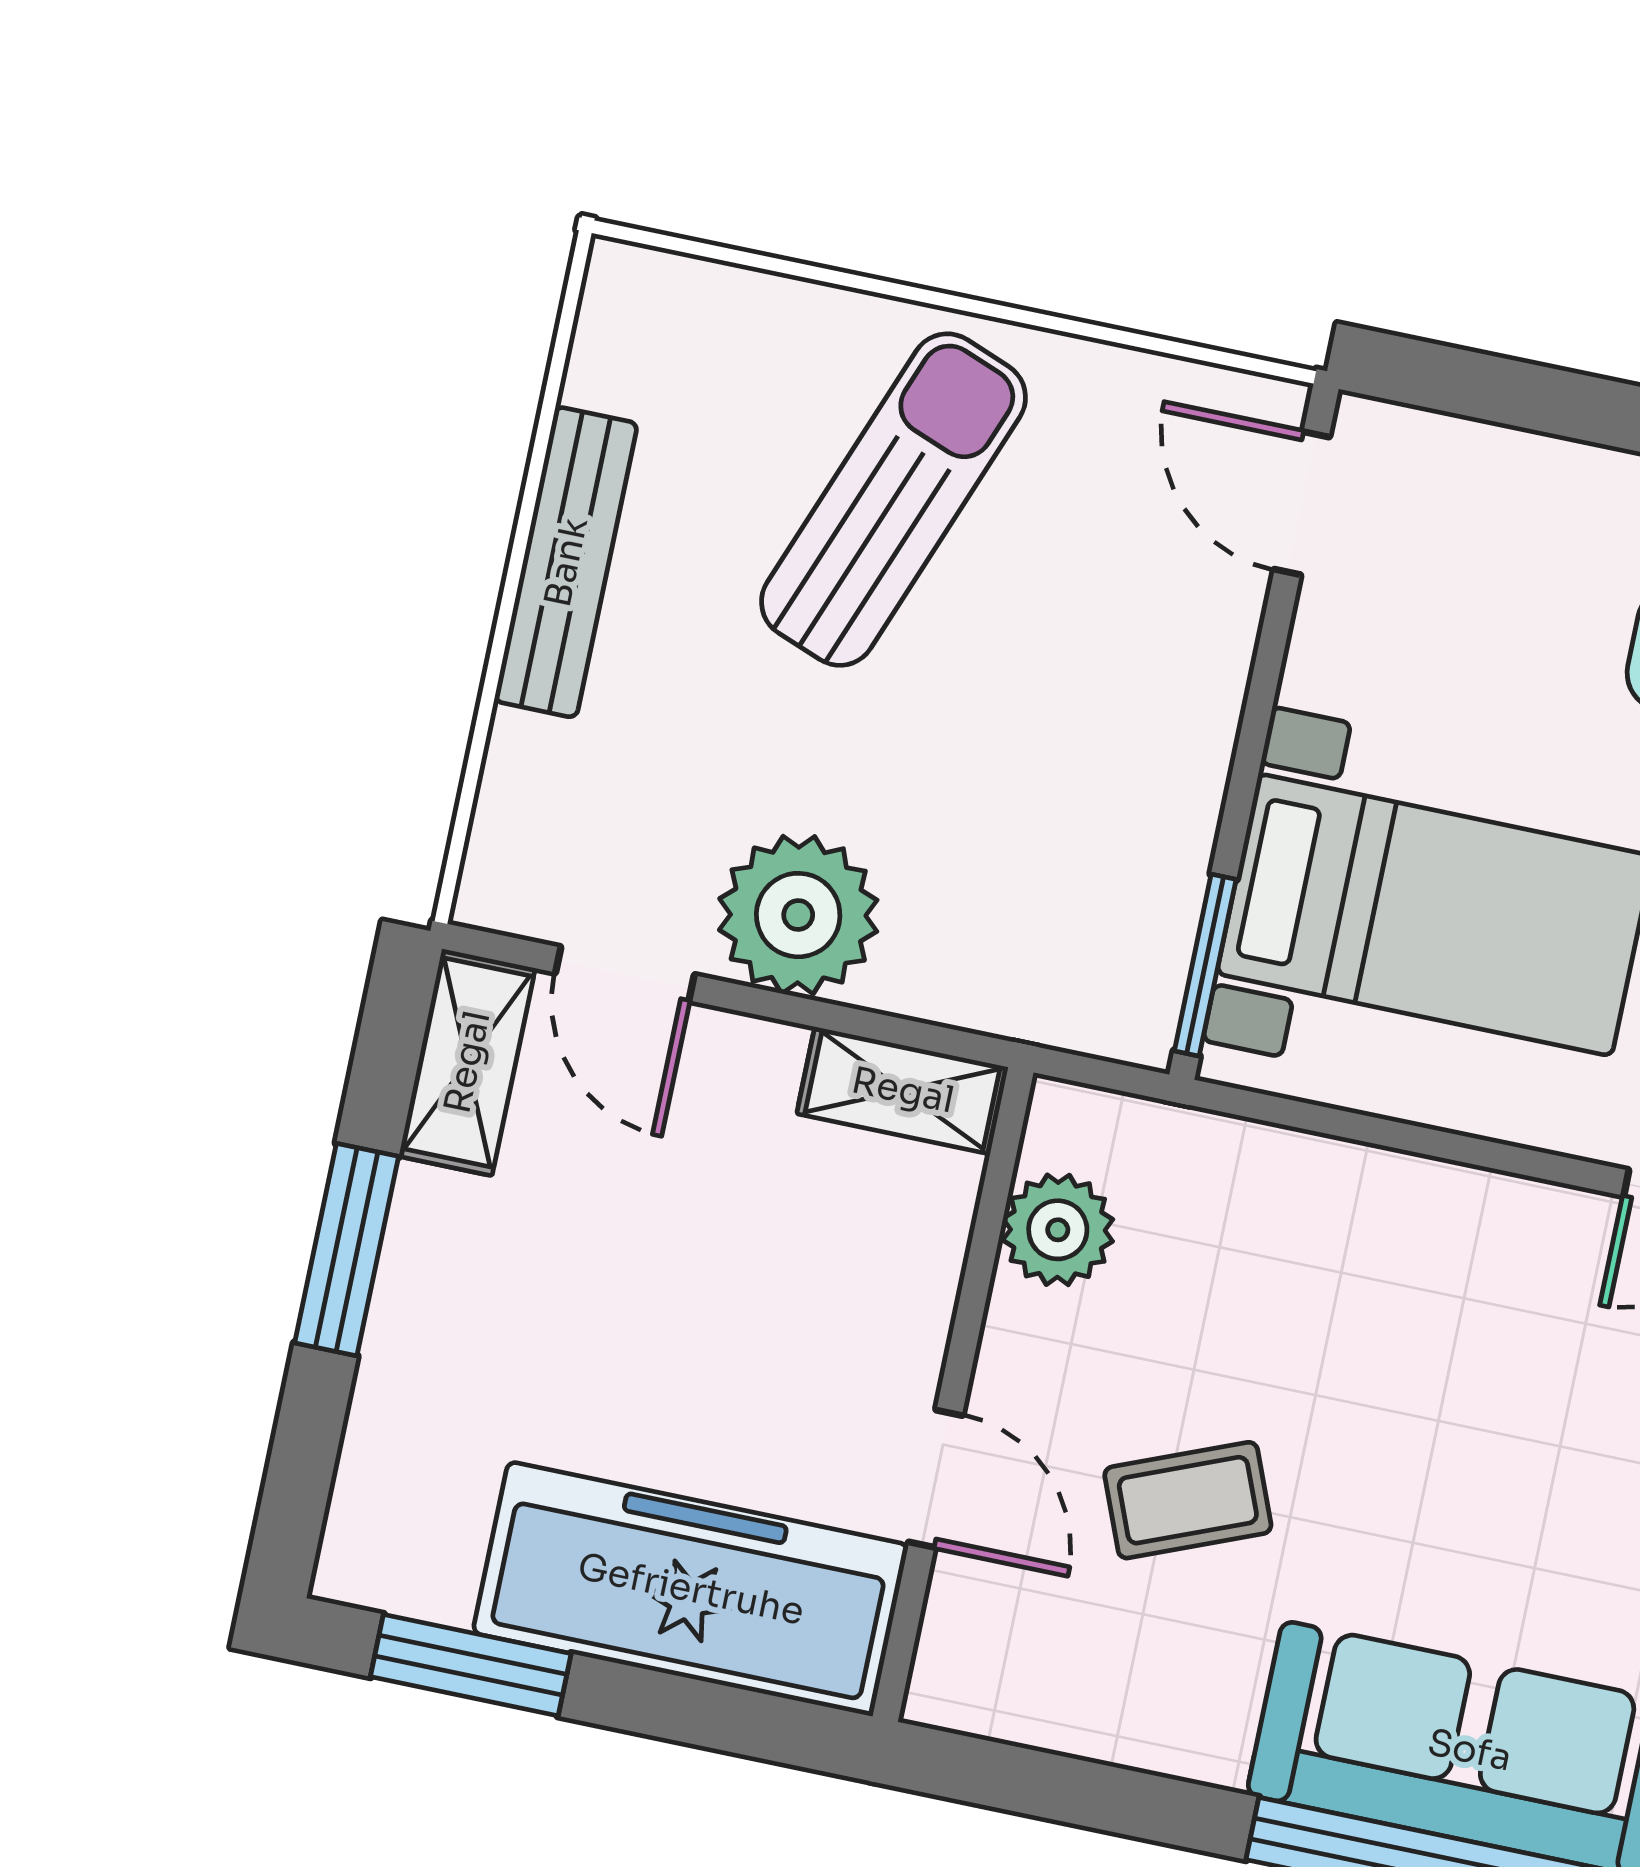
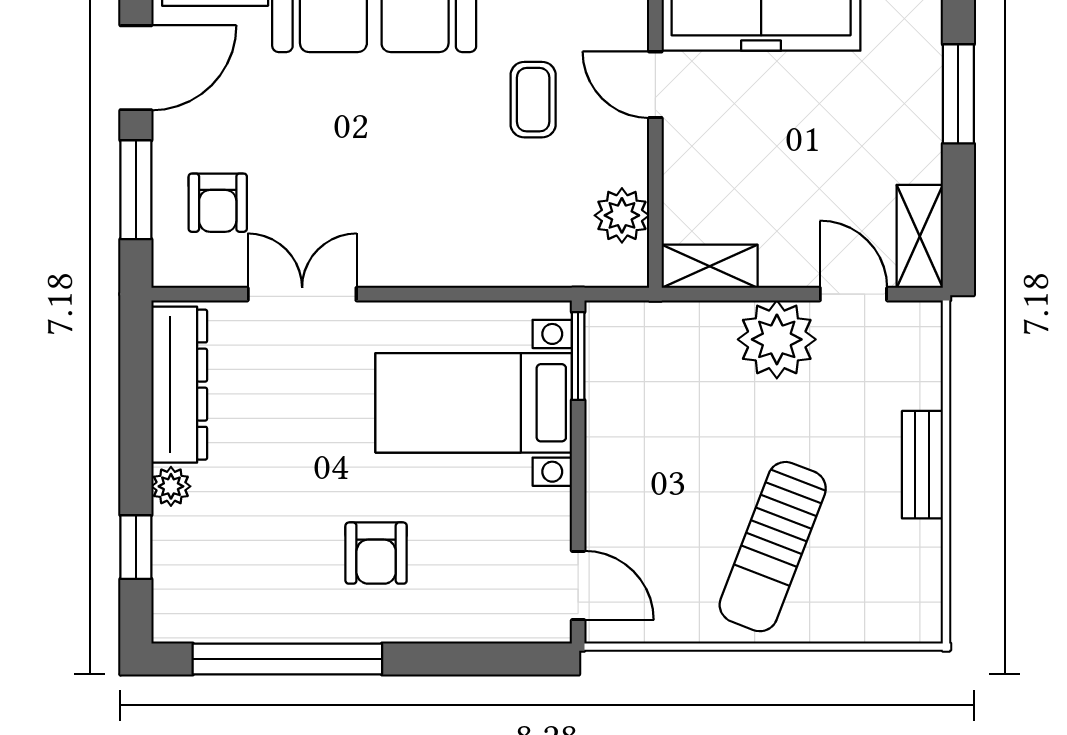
bench: (566, 562) -> (922, 465), width x0.73
window: (347, 1250) -> (958, 94), moved
coffee table: (1188, 1500) -> (533, 100), turned -68

